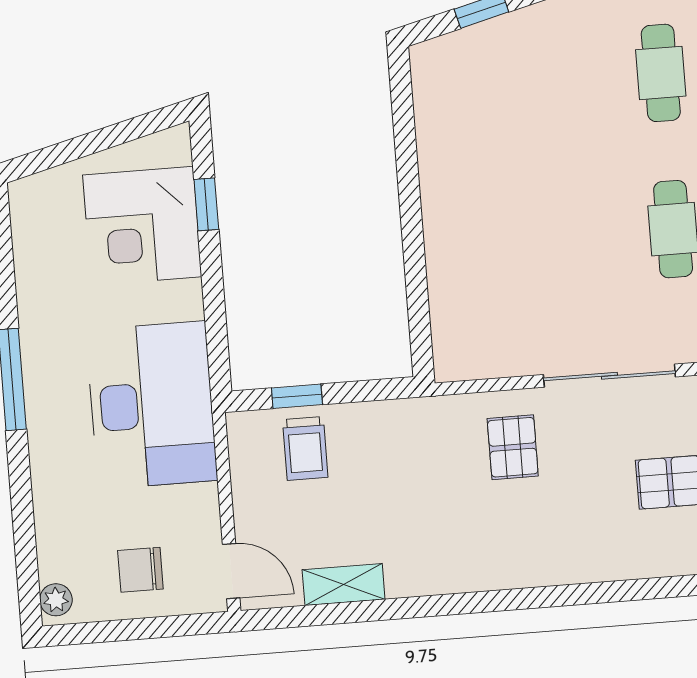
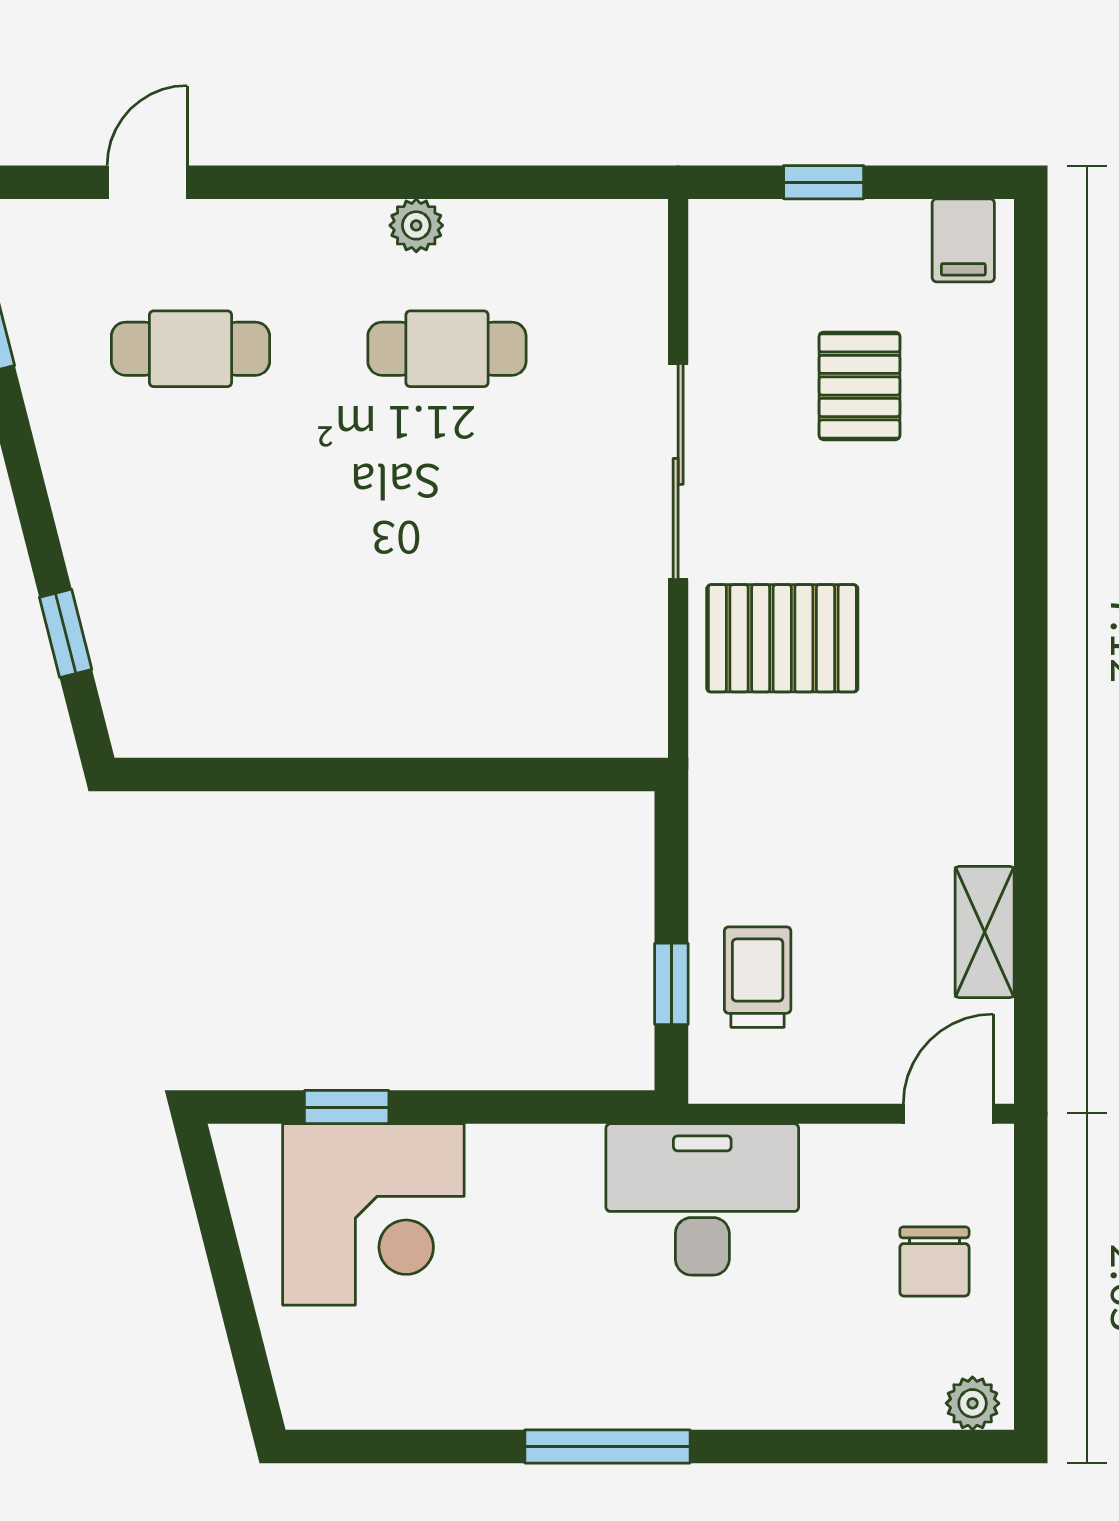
desk: (152, 405) -> (702, 1199), width x0.73, depth x0.77
pallet: (513, 447) -> (782, 638), width x1.50, depth x1.42
trolley: (305, 448) -> (758, 977), turned -90

